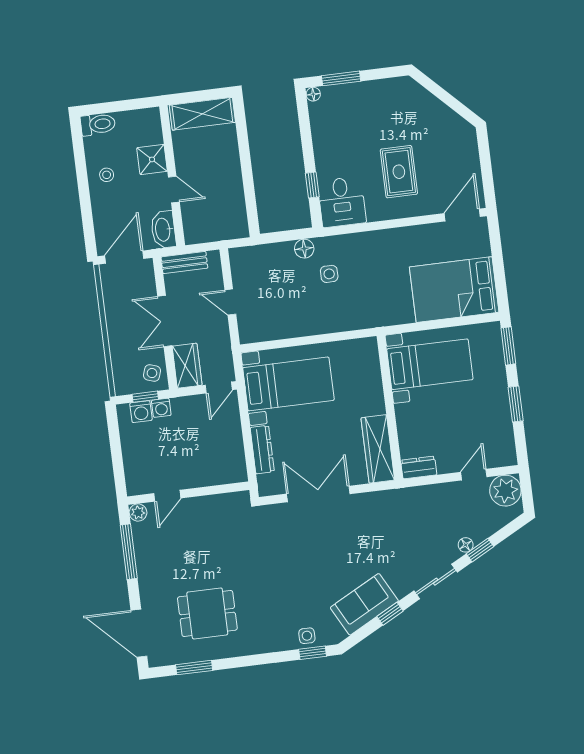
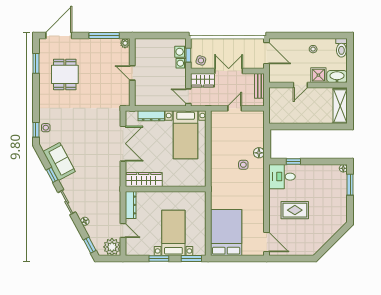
washbasin: (163, 230) -> (337, 77), moved
bed with nightstands: (430, 364) -> (173, 233), moved, turned 180
dresser: (419, 467) -> (131, 205), width x1.44
door: (167, 496) -> (132, 73), moved
window: (480, 550) -> (90, 245), moved

